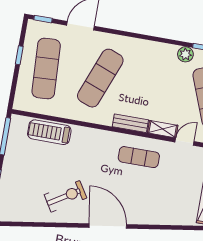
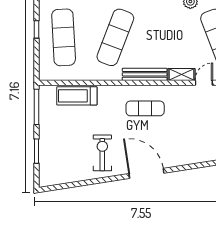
bench: (130, 123) -> (145, 74), width x1.36
exercise mat: (139, 157) -> (145, 108), moved
exercise bike: (65, 196) -> (102, 153), turned -58

